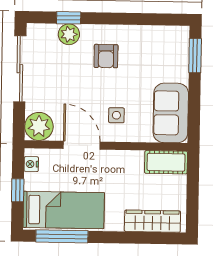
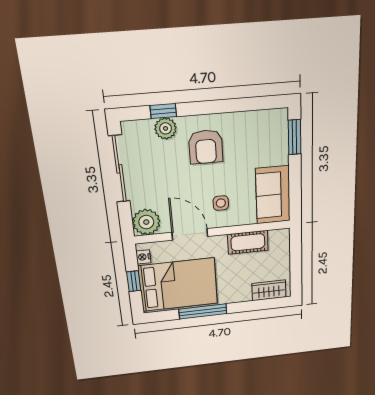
armchair: (106, 56) -> (206, 147), width x1.38, depth x1.38
cot: (166, 162) -> (248, 242), moved
bed: (64, 210) -> (178, 285), width x1.50
wardrobe: (152, 221) -> (269, 290), width x0.67
window: (62, 236) -> (203, 311), moved

